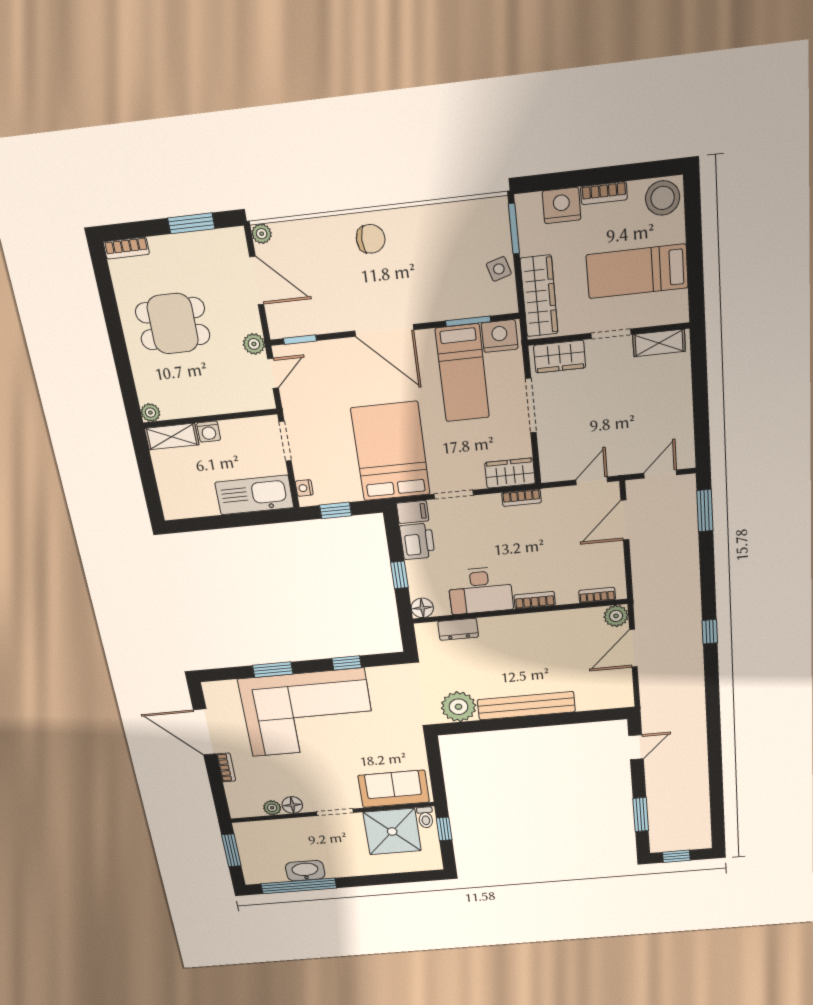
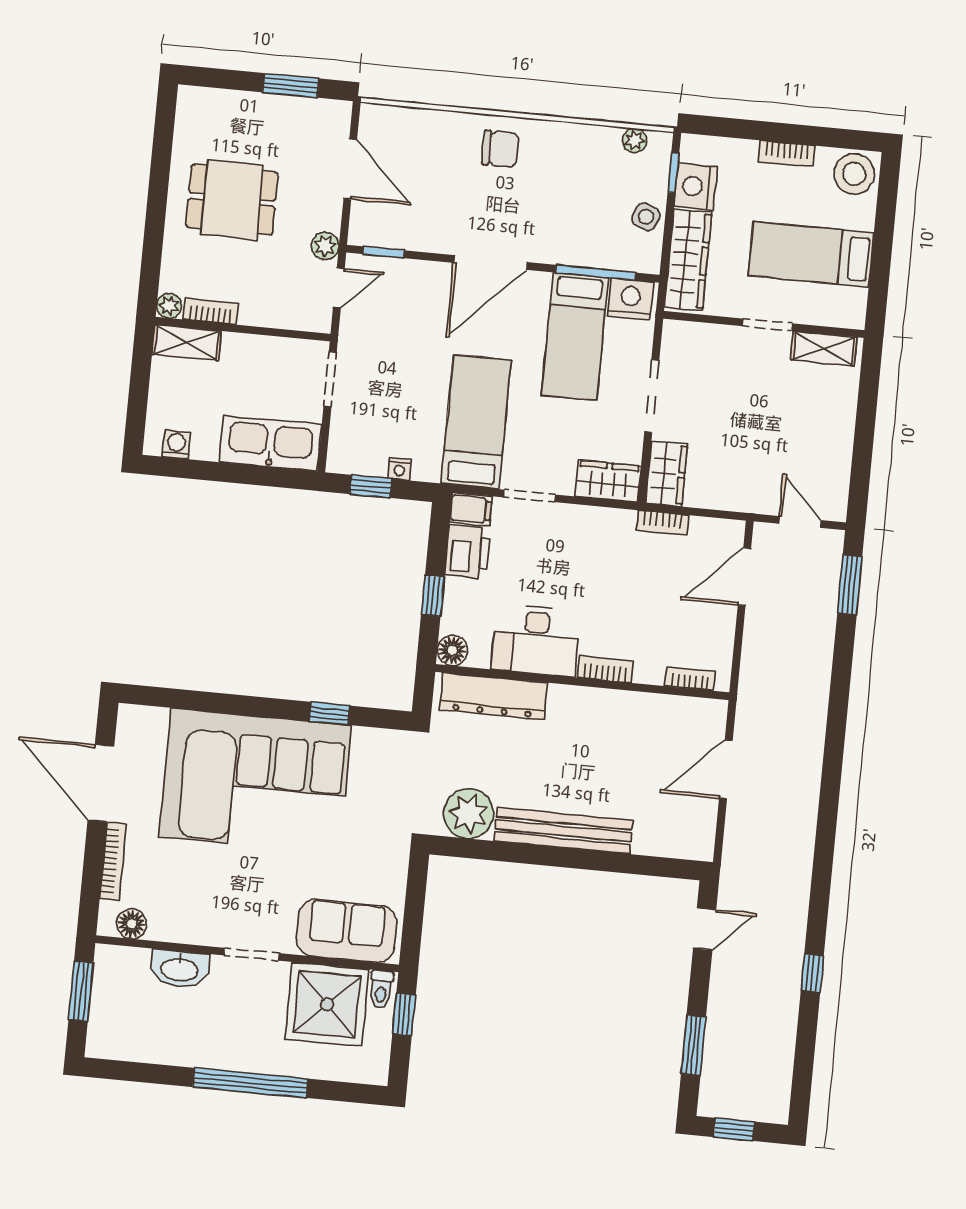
nightstand: (562, 205) -> (696, 186), moved, turned -90
window: (514, 229) -> (673, 173), width x0.67
plant: (262, 234) -> (635, 140), moved
bookcase: (126, 248) -> (211, 311), moved, turned 180
side table: (499, 269) -> (646, 217), turned 38
window: (468, 321) -> (596, 273), width x1.44
door: (384, 330) -> (490, 262), hinge flipped
wardrobe: (560, 357) -> (667, 474), moved, turned -90
washing machine: (209, 432) -> (176, 444), moved, turned 180
bed: (391, 451) -> (476, 422), width x0.67
door: (660, 474) -> (800, 522), hinge flipped
door: (592, 481) -> (711, 513), removed
nightstand: (304, 488) -> (399, 469), moved, turned -90
bookcase: (521, 498) -> (663, 523), moved
plant: (616, 616) -> (710, 715), removed
dresser: (458, 629) -> (493, 696), width x1.96, depth x1.24
window: (710, 632) -> (812, 973), moved
window: (273, 670) -> (225, 703), removed
bookcase: (226, 767) -> (113, 861), width x1.56
floor lamp: (292, 805) -> (132, 924), moved
plant: (272, 808) -> (162, 929), removed
washbasin: (305, 871) -> (179, 969), moved, turned 180
window: (299, 886) -> (250, 1083), moved

